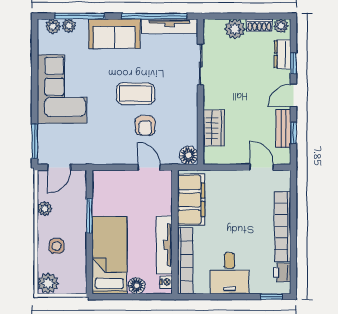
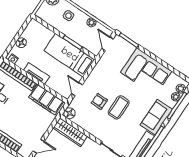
wardrobe: (214, 128) -> (70, 132), width x1.50
door: (149, 167) -> (77, 89), swing flipped
tv unit: (164, 245) -> (37, 73), width x0.71
bed: (109, 255) -> (69, 55), moved, turned 180

